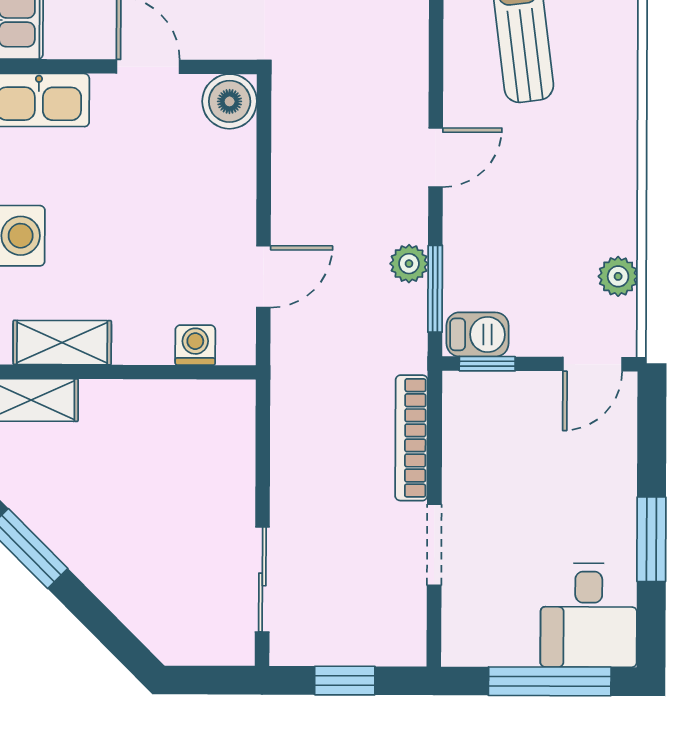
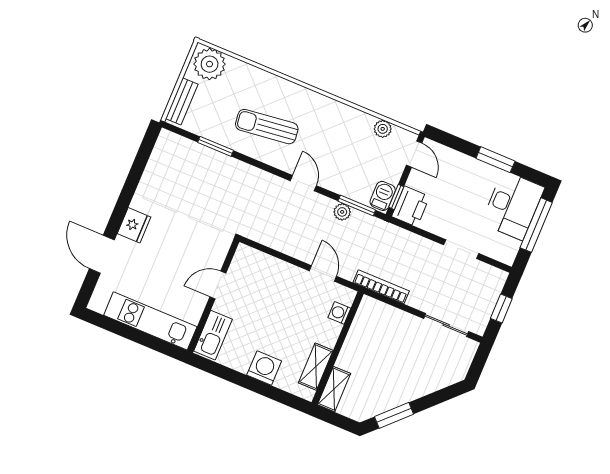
boiler: (230, 101) -> (246, 258), removed
printer: (480, 402) -> (411, 206), added
bookcase: (411, 438) -> (381, 287), moved, turned 180
desk: (589, 615) -> (513, 205), width x1.37

